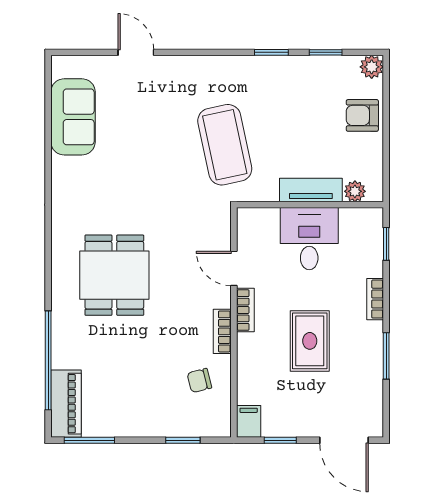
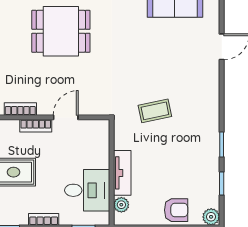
armchair: (362, 115) -> (176, 210), turned 90
coffee table: (225, 145) -> (155, 111), width x0.54, depth x0.58
desk: (309, 239) -> (87, 190), moved

